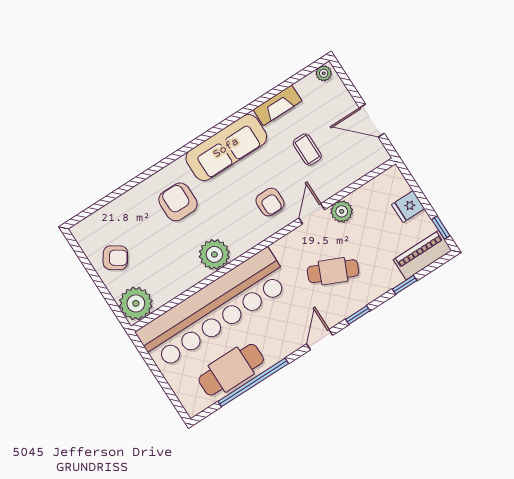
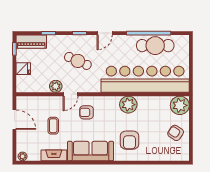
armchair: (270, 202) -> (86, 112), turned -90

